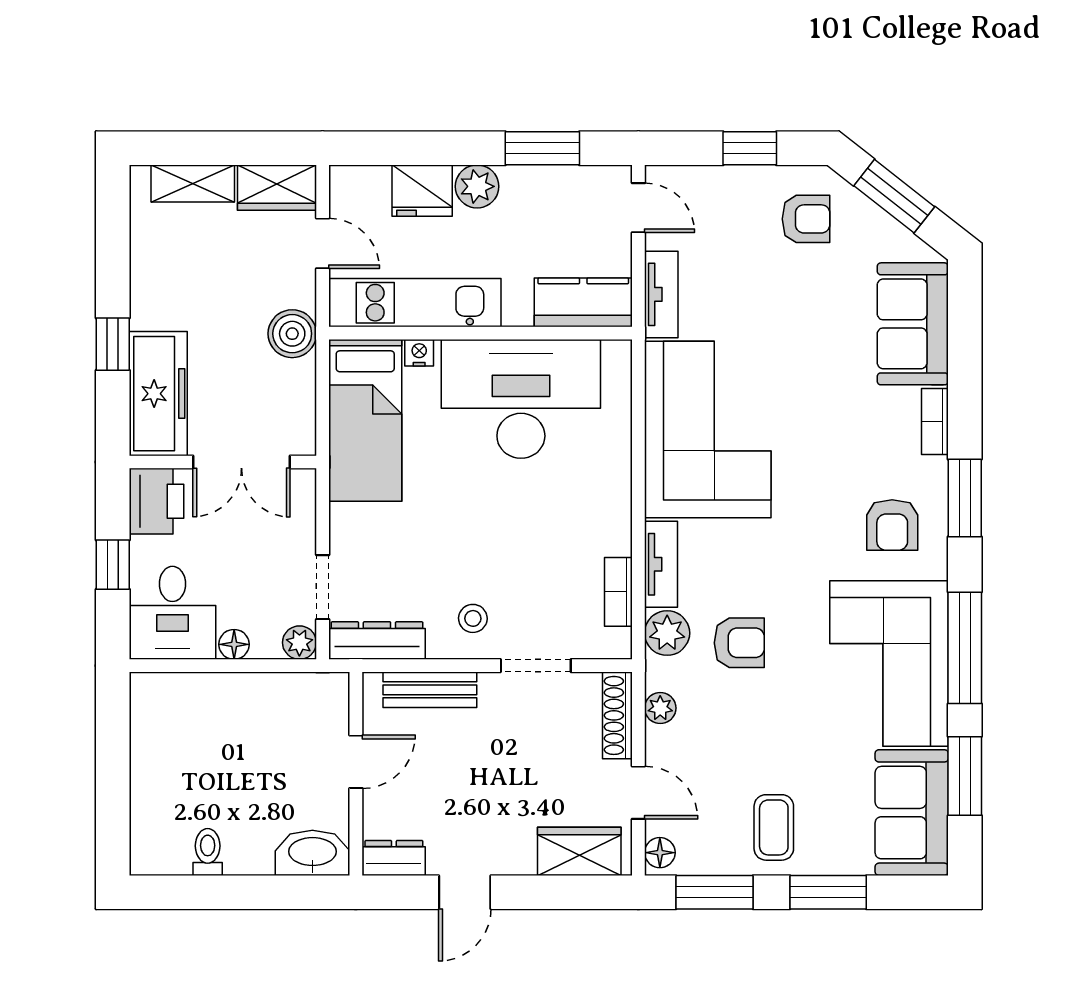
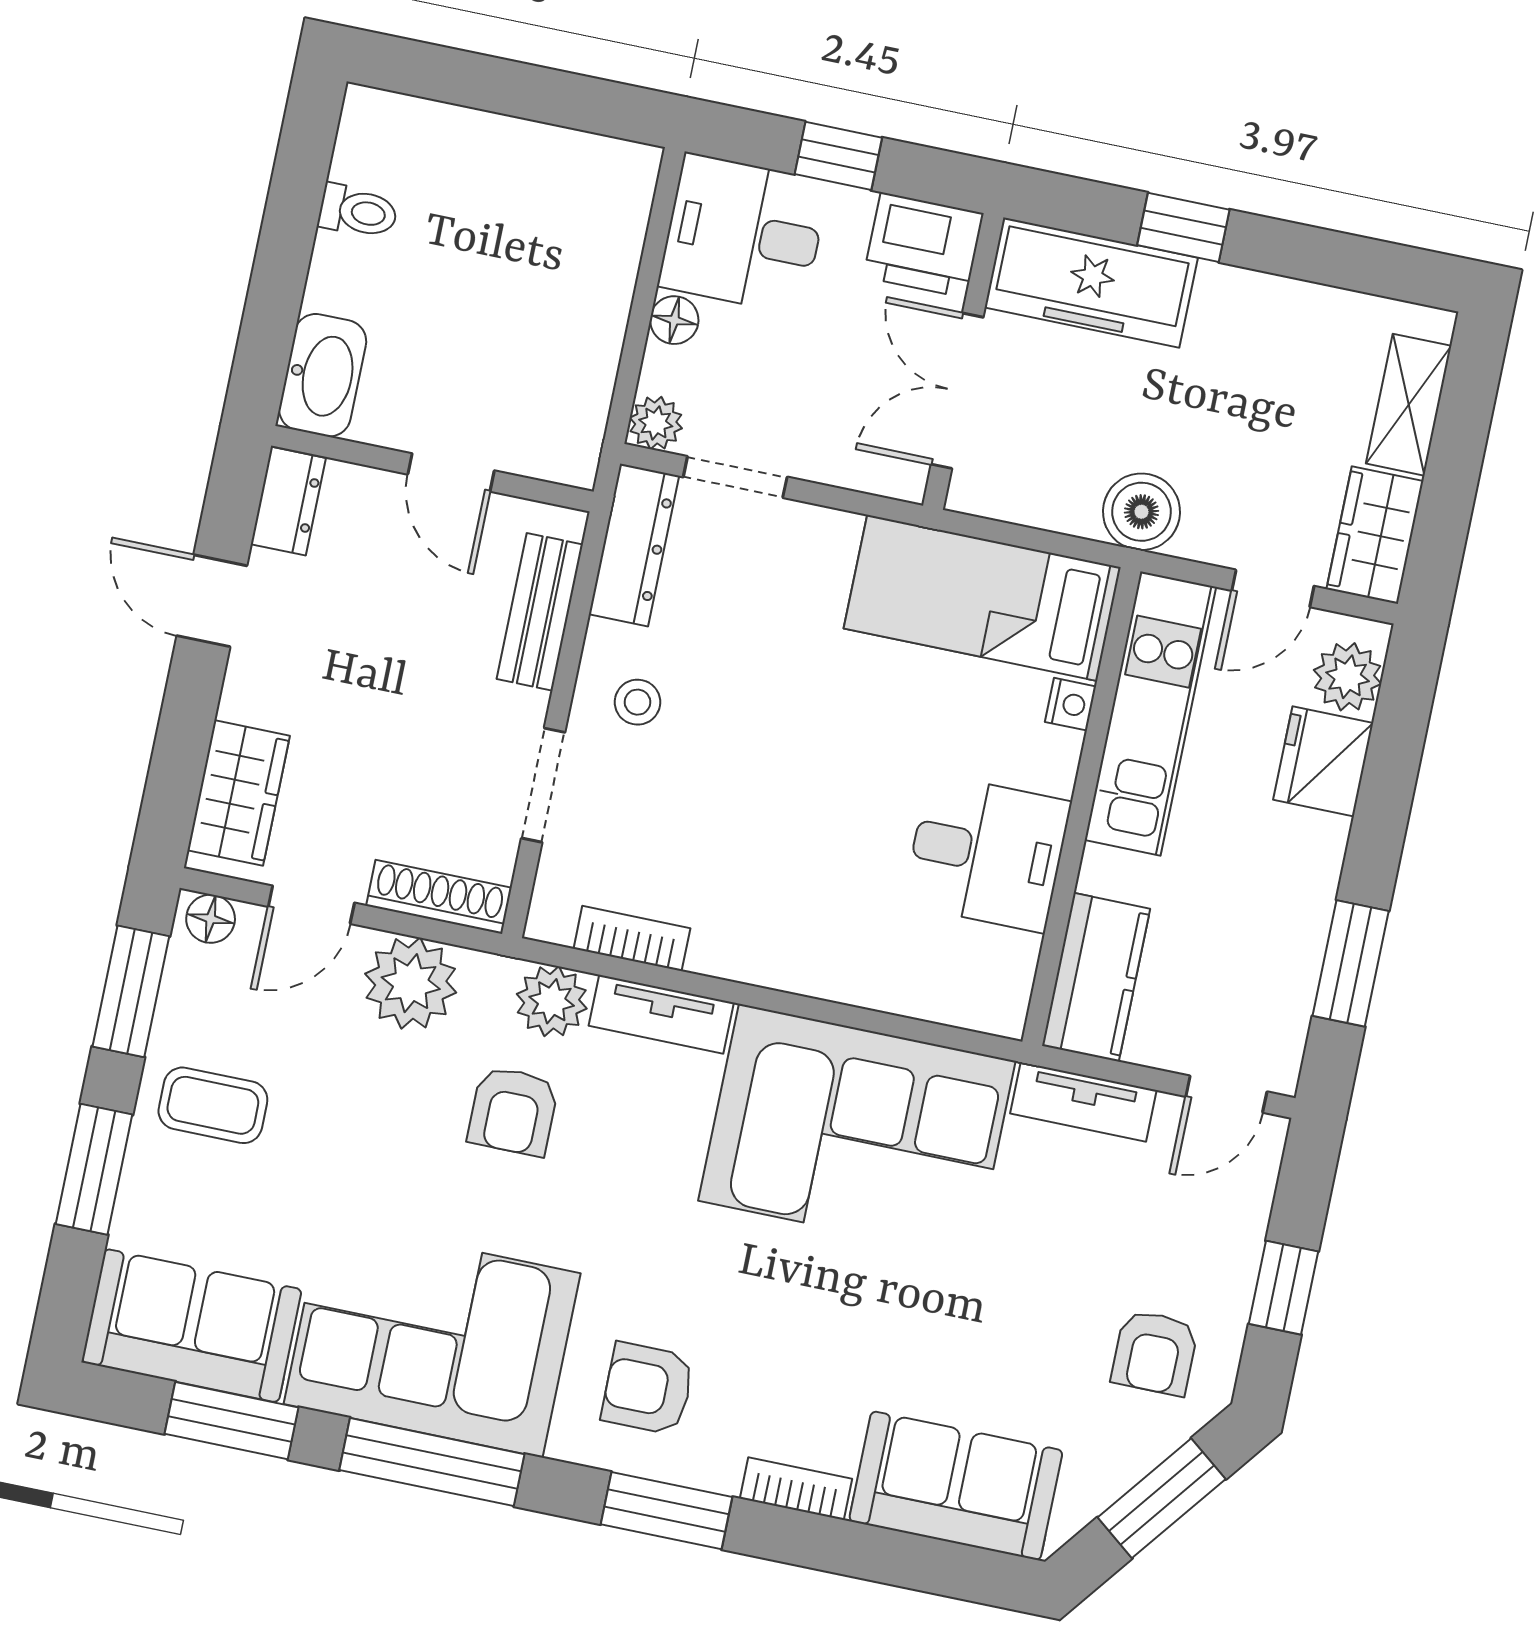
plant: (477, 186) -> (1348, 677), moved
desk: (521, 399) -> (987, 853), width x0.53, depth x0.77
plant: (660, 708) -> (411, 983), width x1.88, depth x1.88

